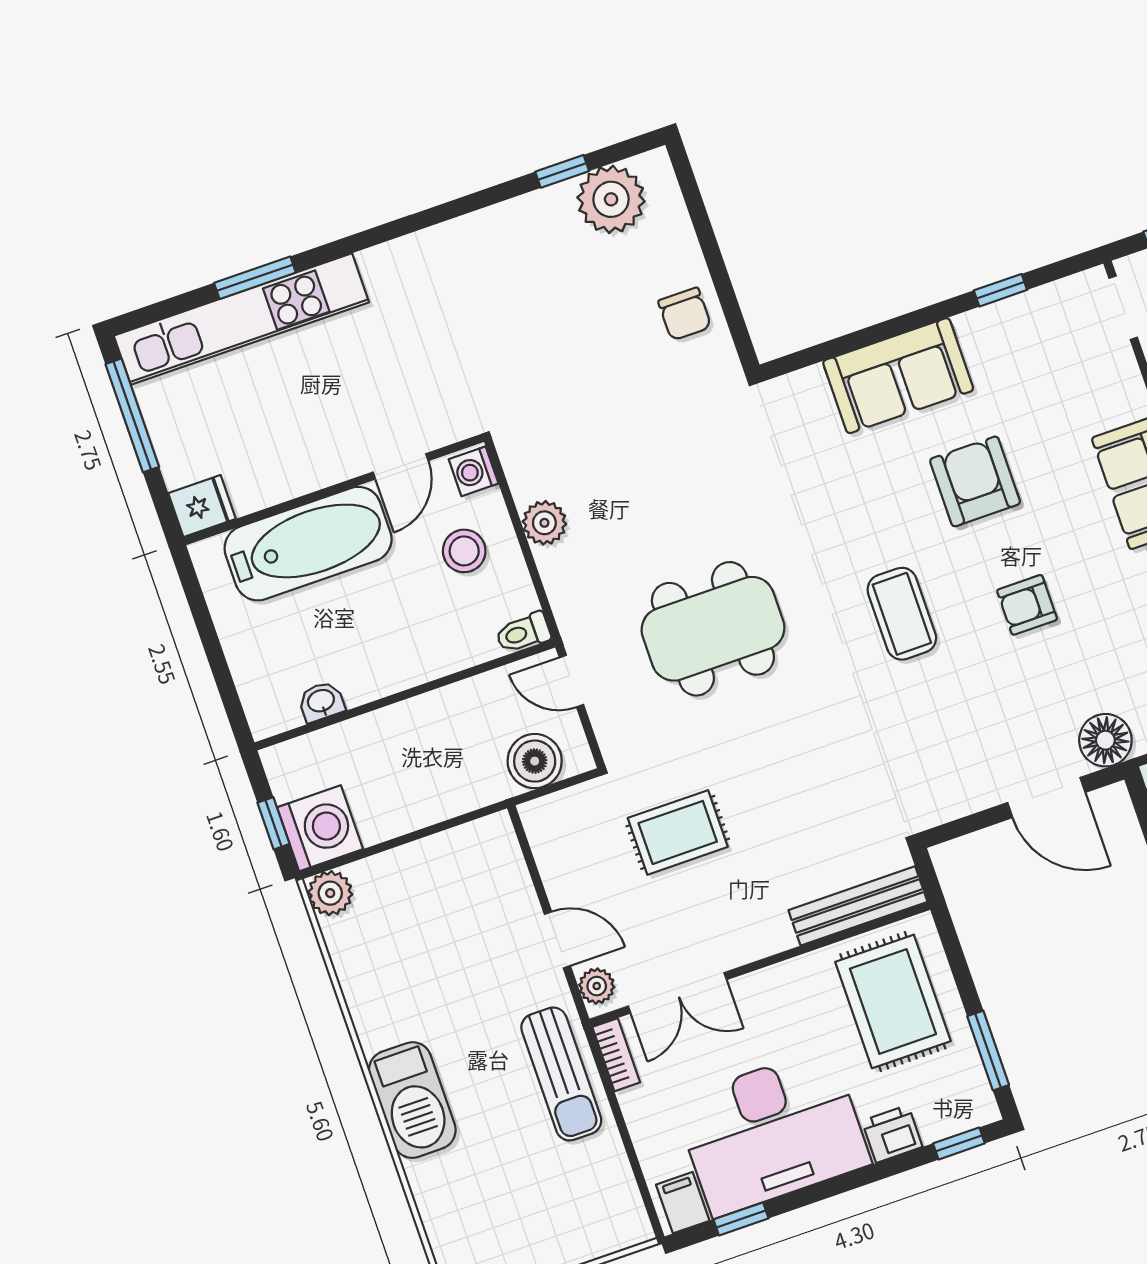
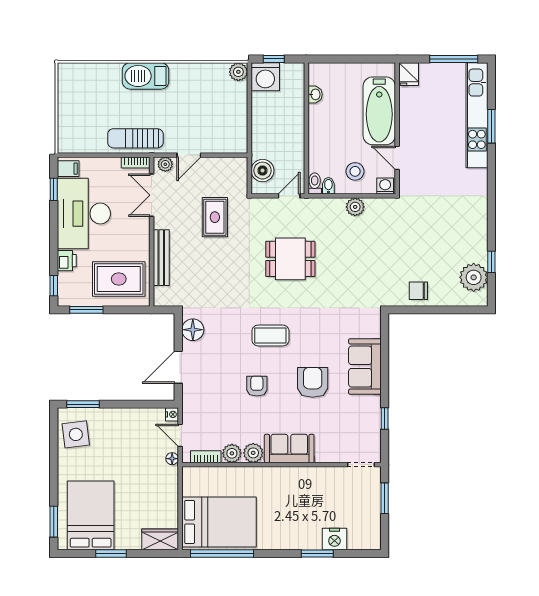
armchair: (975, 481) -> (313, 382), turned -90
bidet: (517, 600) -> (328, 186), added
dining table: (713, 629) -> (290, 259), width x0.73
floor lamp: (1105, 740) -> (193, 330), moved
bench: (858, 906) -> (161, 258), moved

